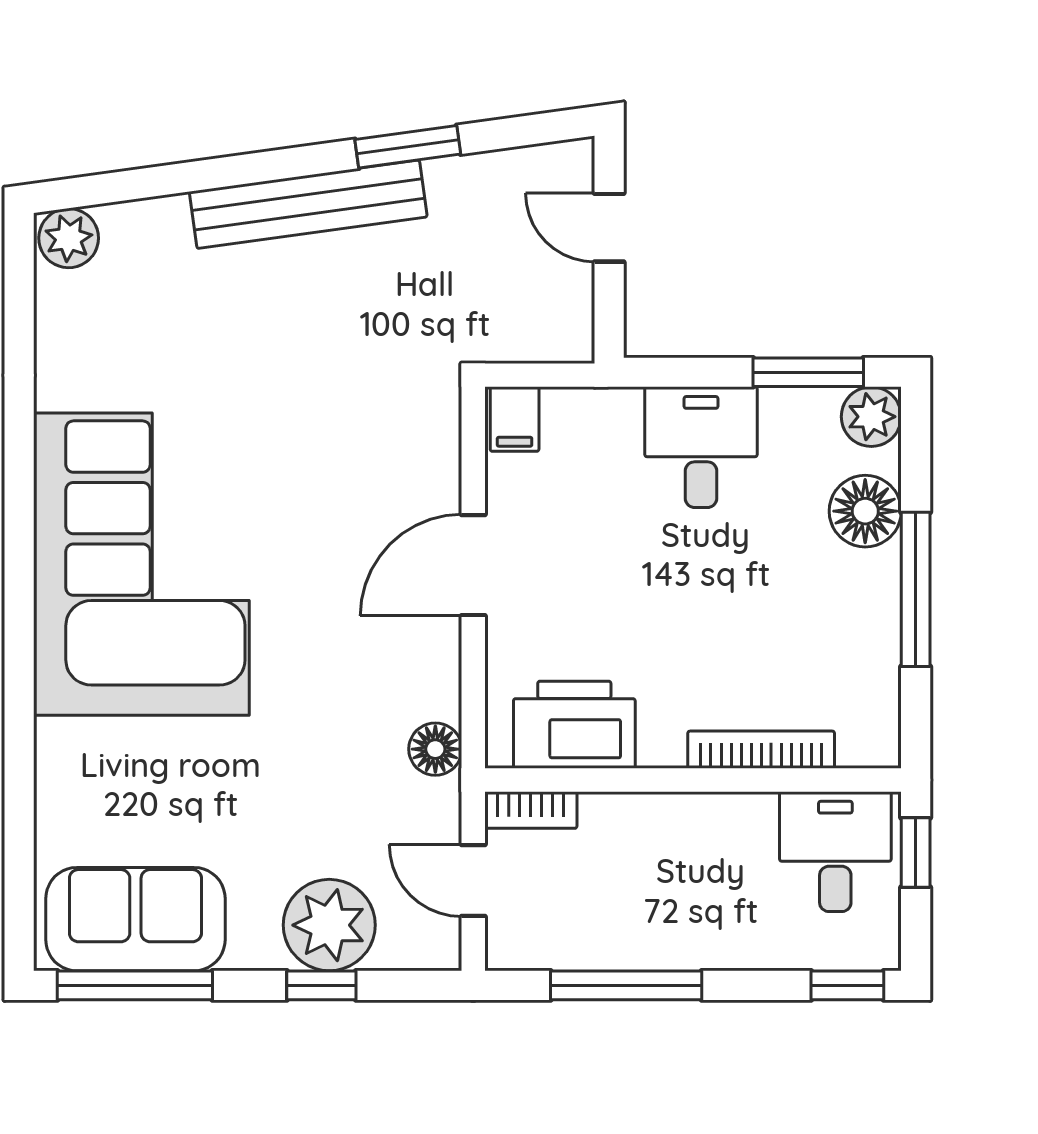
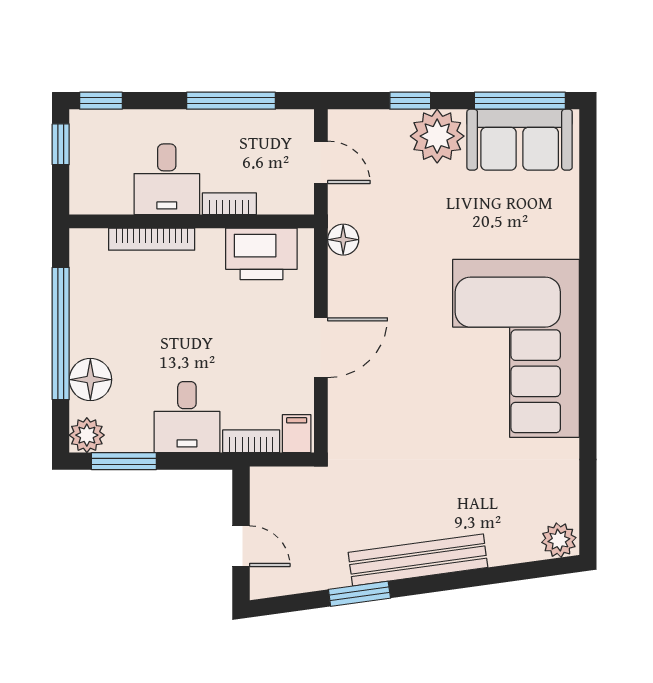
bookcase: (592, 406) -> (251, 441), added
window: (916, 589) -> (61, 333), width x1.46
bookcase: (531, 810) -> (229, 204), moved
desk: (835, 852) -> (167, 179), moved
window: (916, 853) -> (61, 144), moved
plant: (329, 925) -> (437, 136), moved

